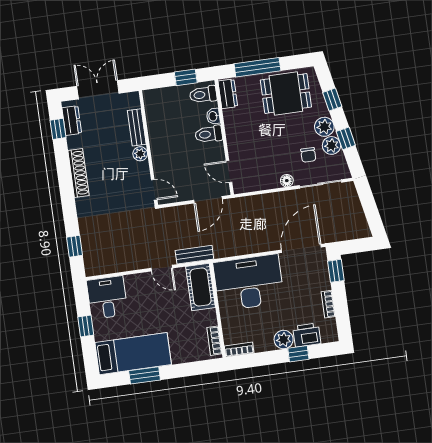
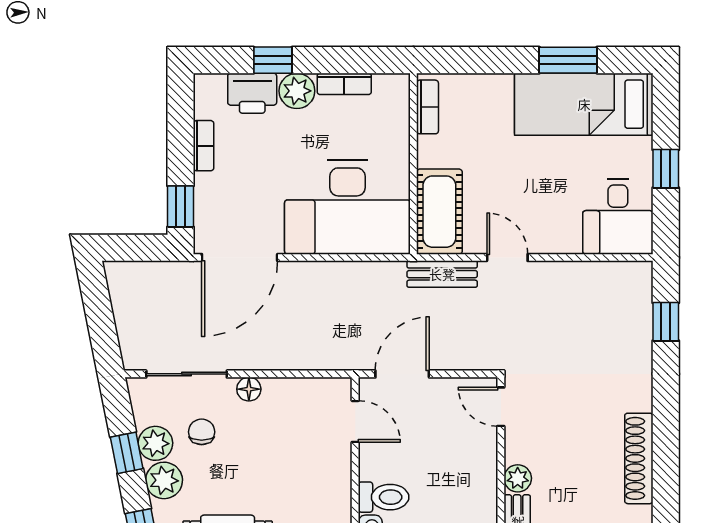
bookcase: (239, 349) -> (344, 84), moved

